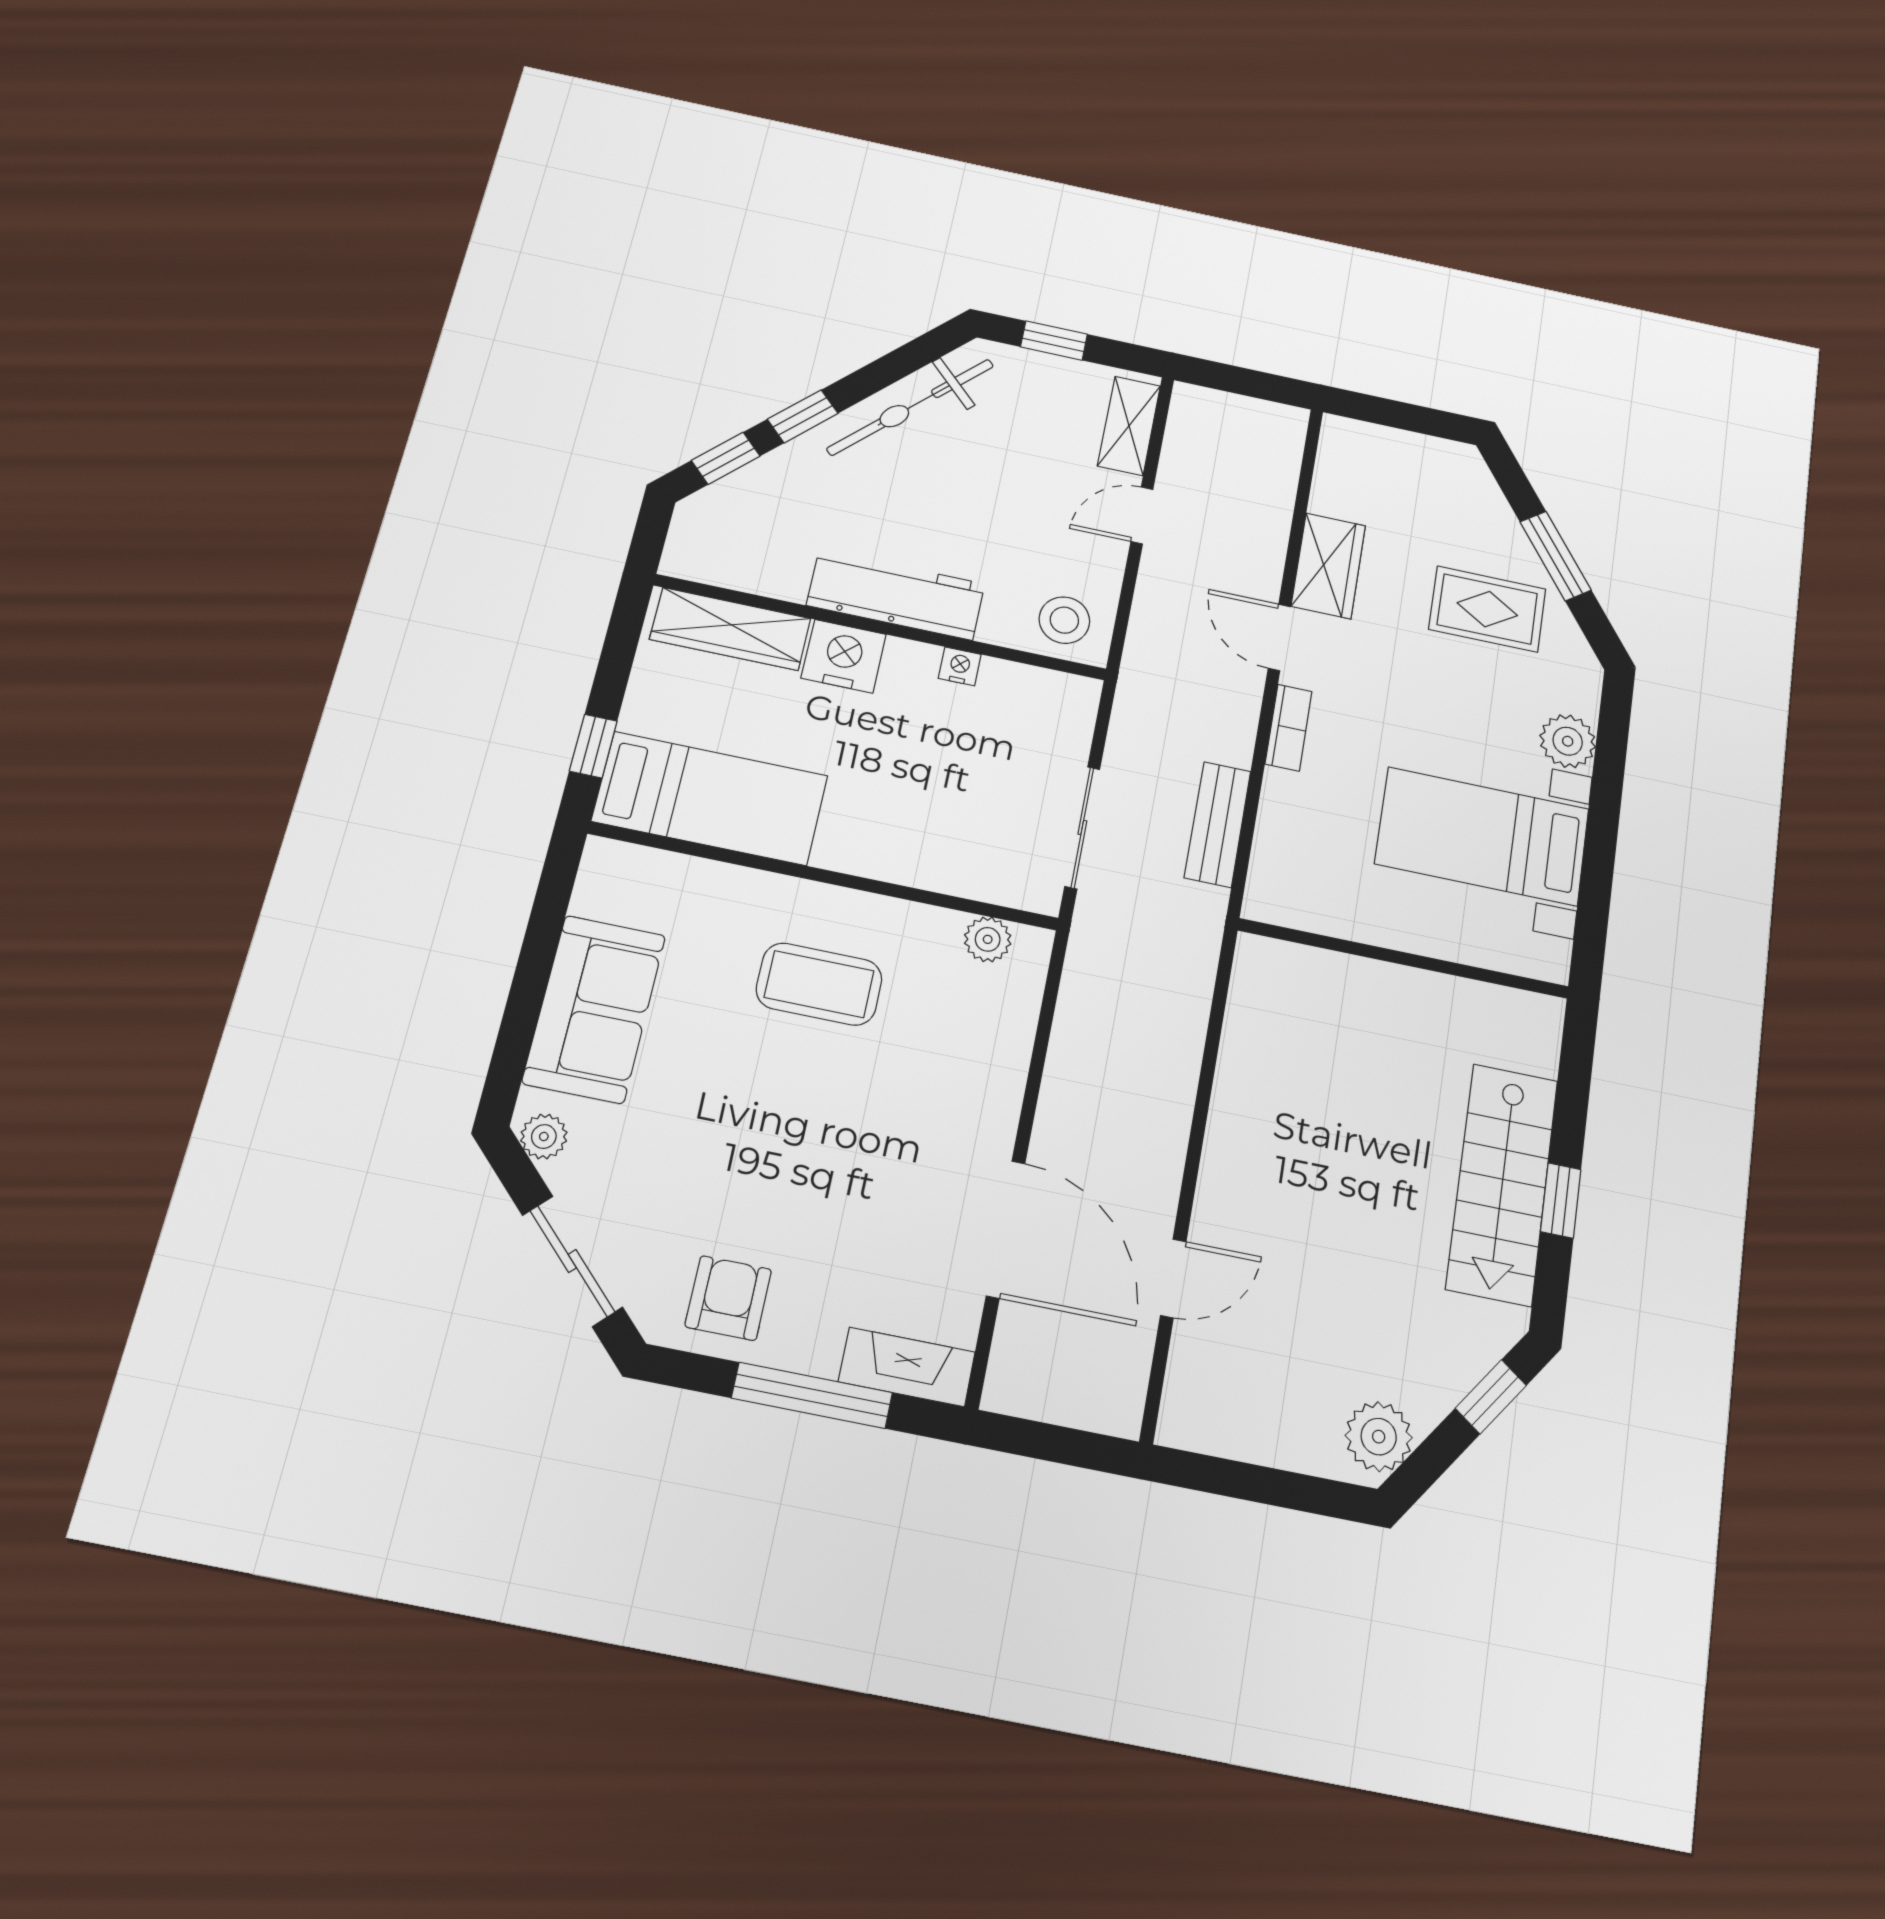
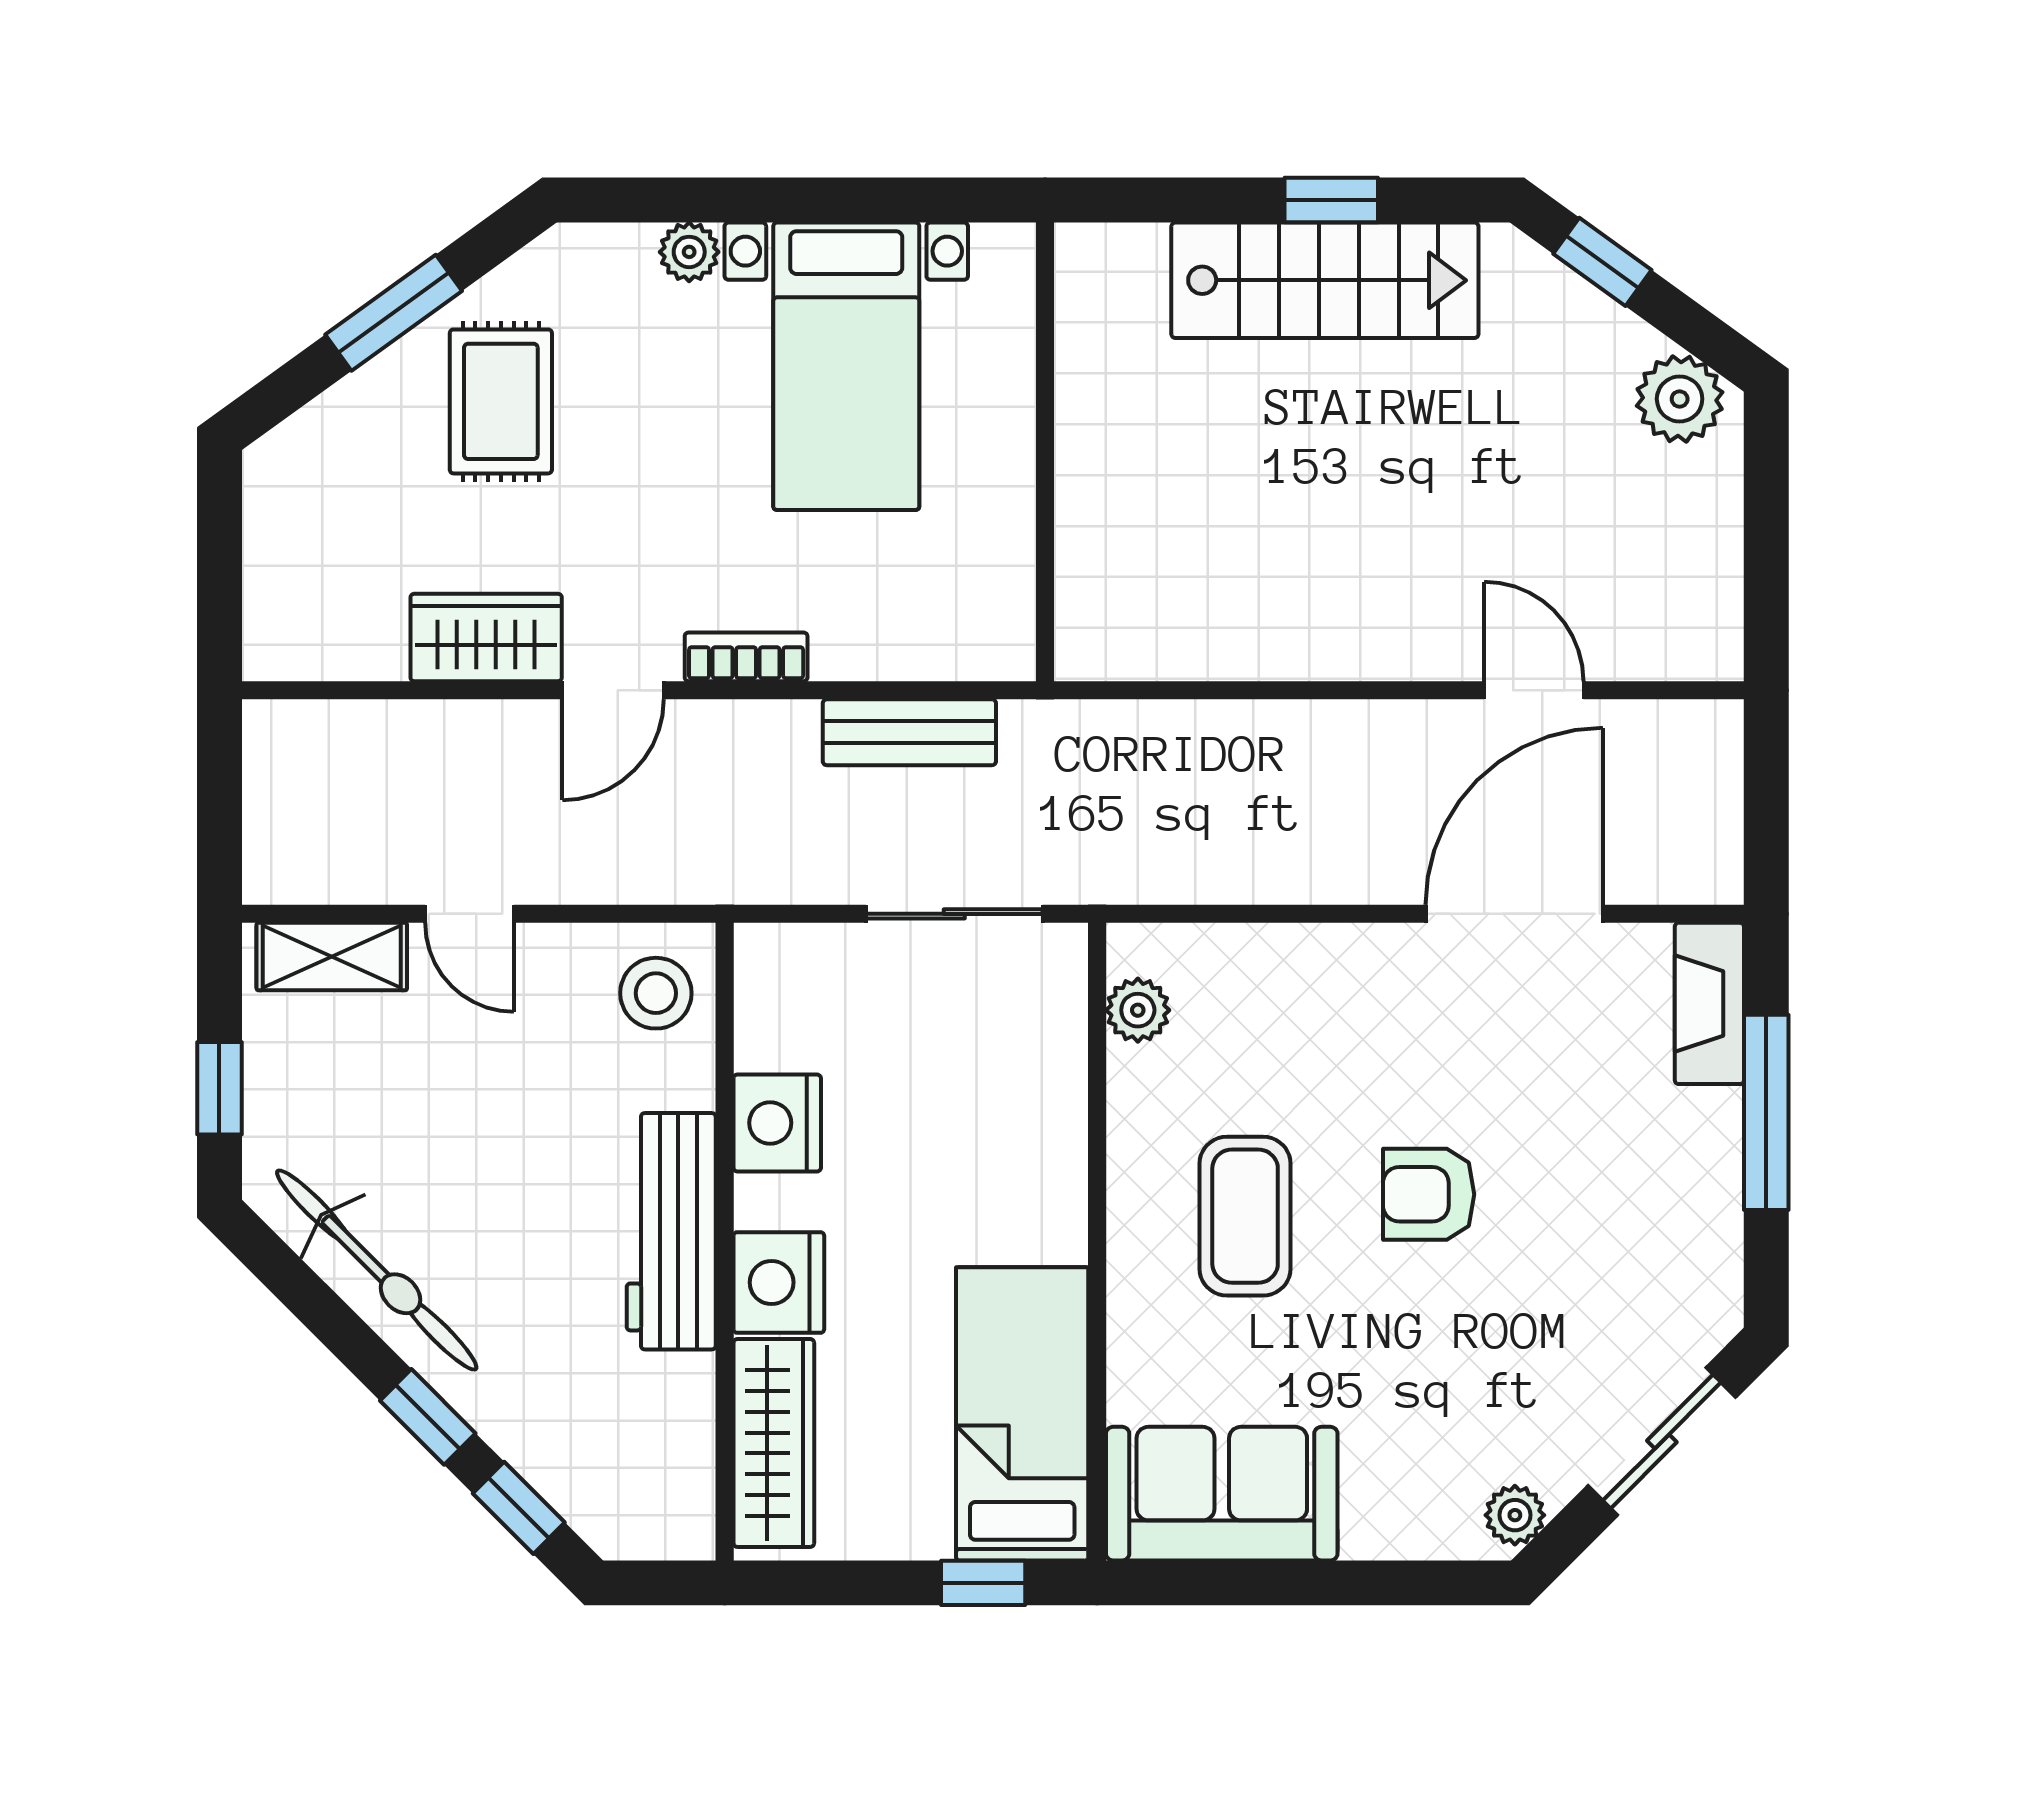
nightstand: (960, 666) -> (777, 1123), width x1.89, depth x1.79
plant: (1568, 741) -> (689, 252), width x0.73, depth x0.73
sofa: (594, 1009) -> (1222, 1494), moved
armchair: (728, 1298) -> (1429, 1194), moved

